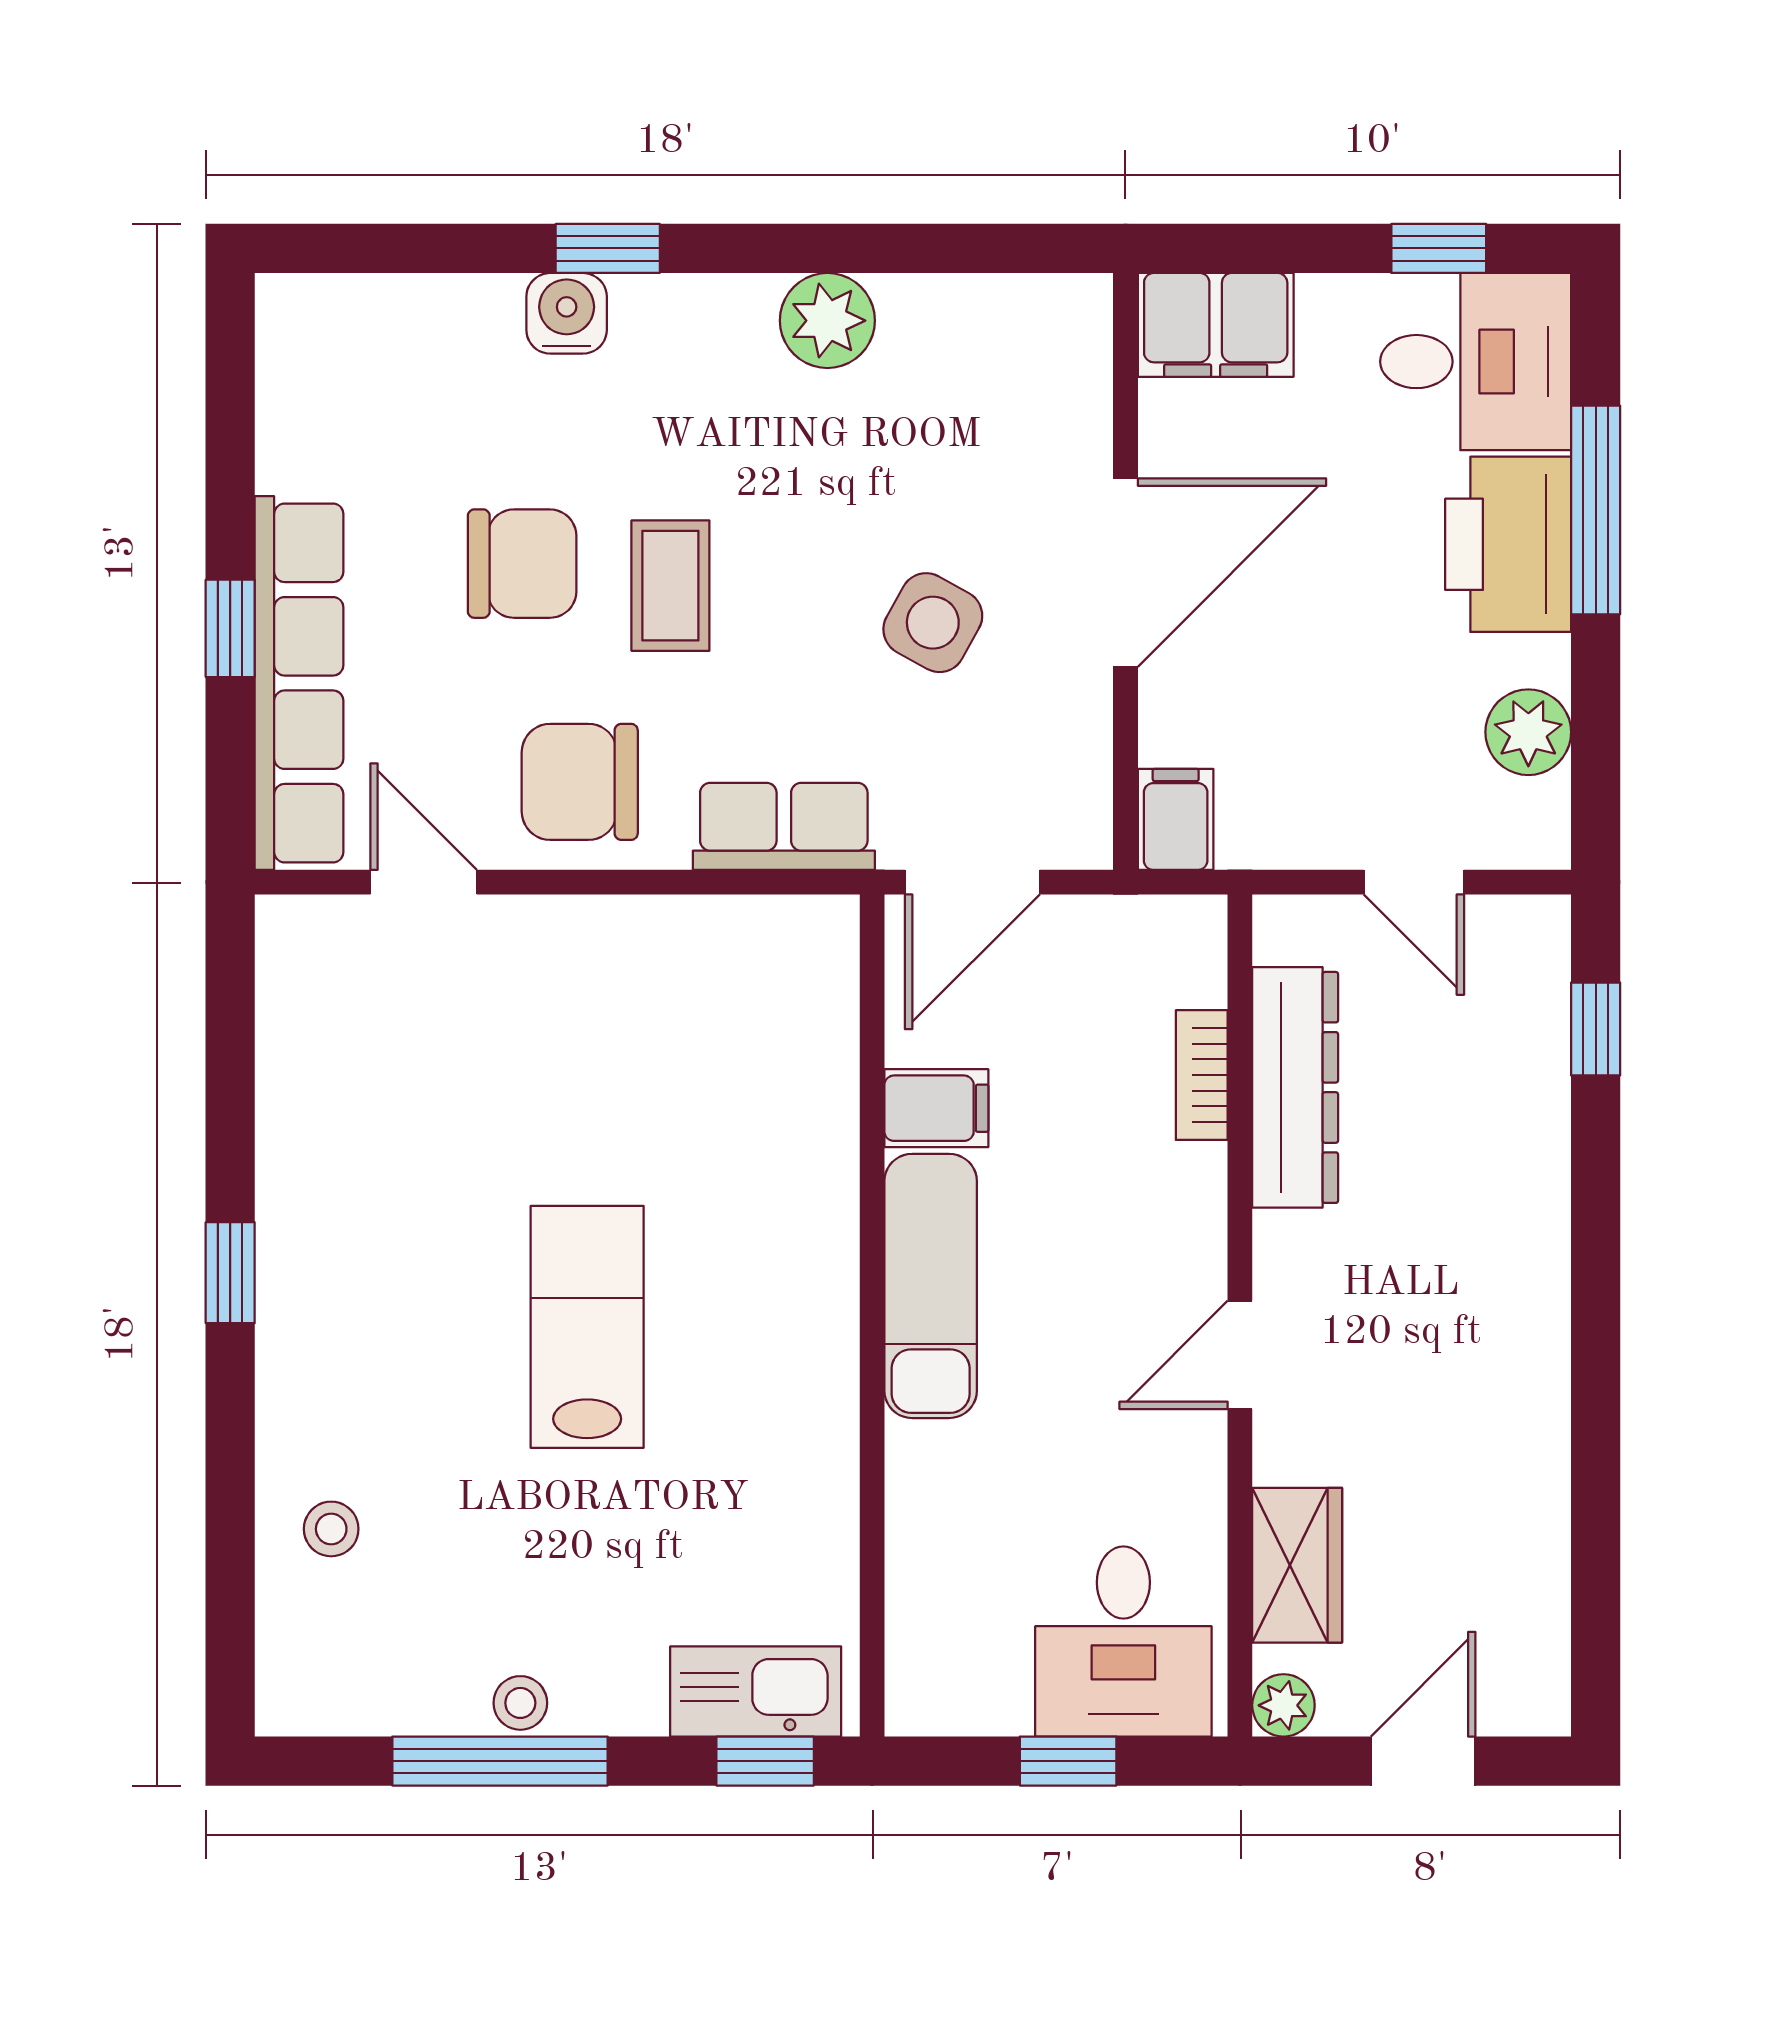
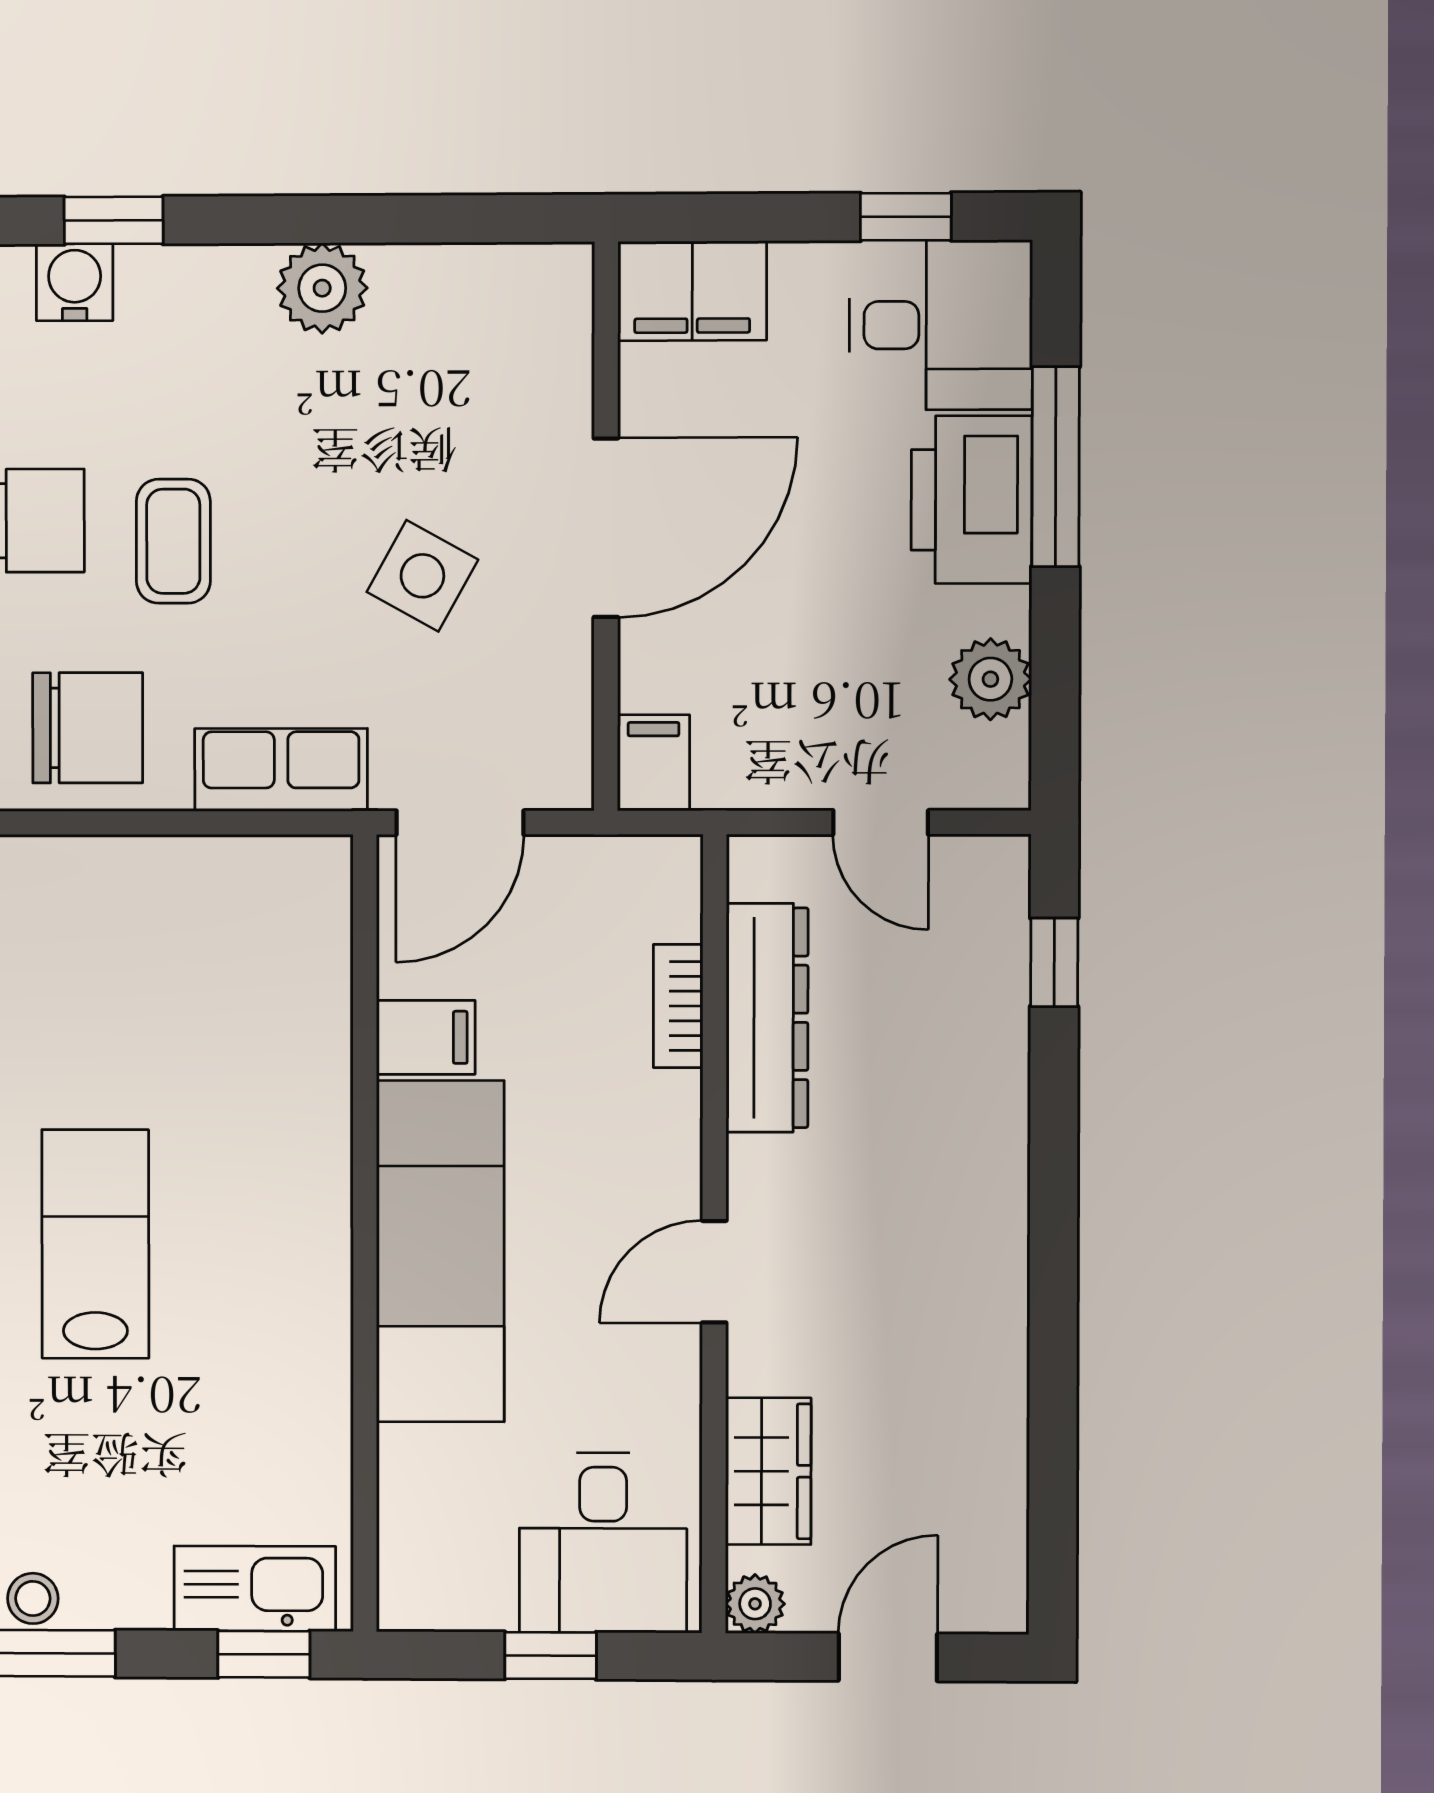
chair: (580, 782) -> (88, 728), turned 180
exam couch: (931, 1286) -> (440, 1251), width x1.36, depth x1.45

